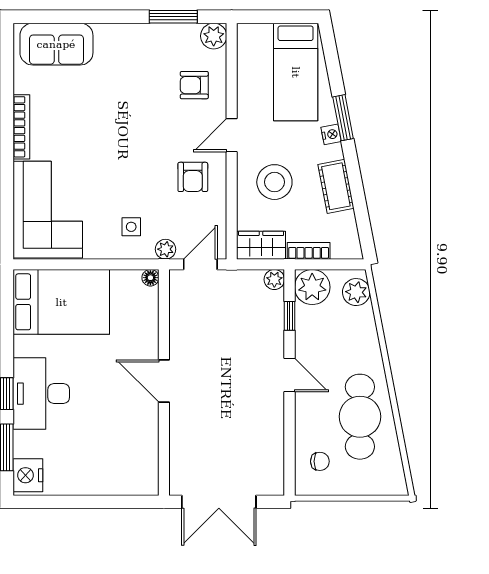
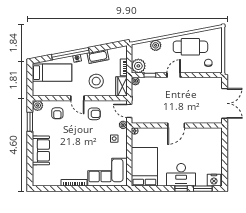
sofa: (56, 44) -> (41, 150), moved
window: (343, 118) -> (70, 54), width x2.11
plant: (356, 292) -> (156, 45), moved

